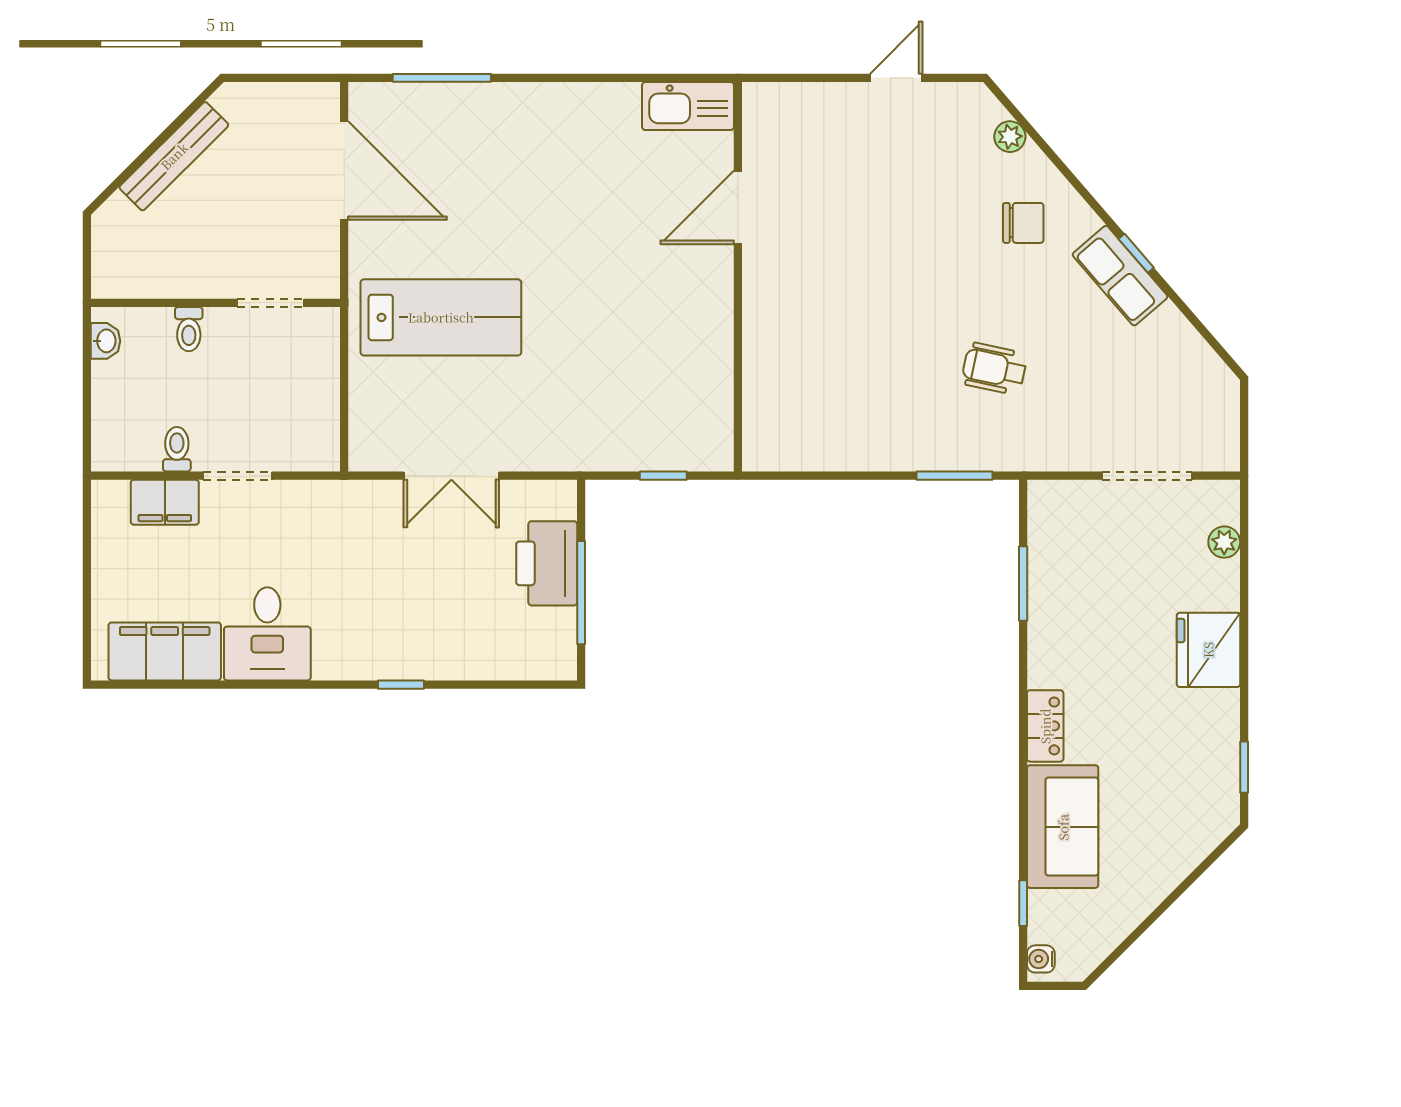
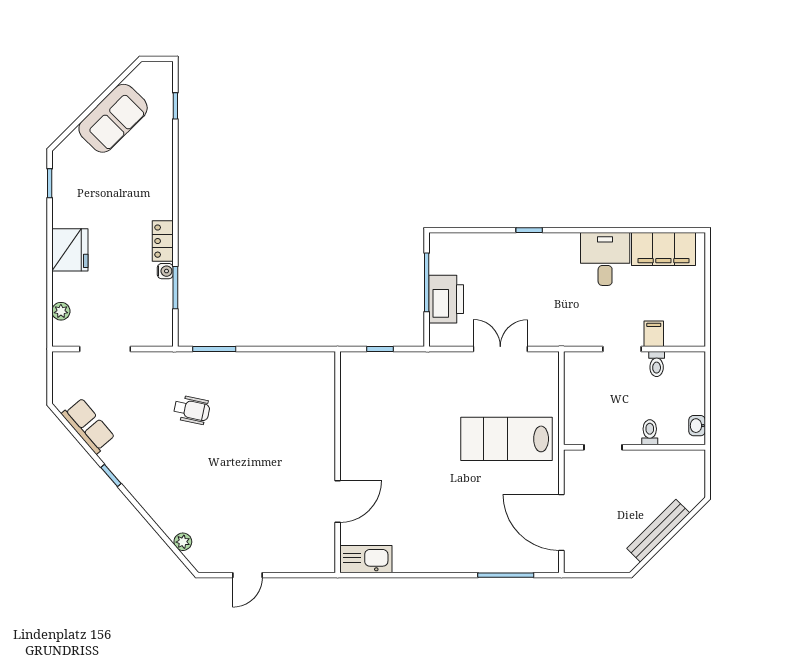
chair: (1023, 223) -> (175, 493), removed
row of seats: (1120, 276) -> (88, 426), moved
filing cabinet: (165, 502) -> (654, 334), width x0.50
locker: (1045, 726) -> (163, 241), moved
sofa: (1063, 827) -> (113, 118), moved, turned -135
water cooler: (1041, 959) -> (165, 271), moved

